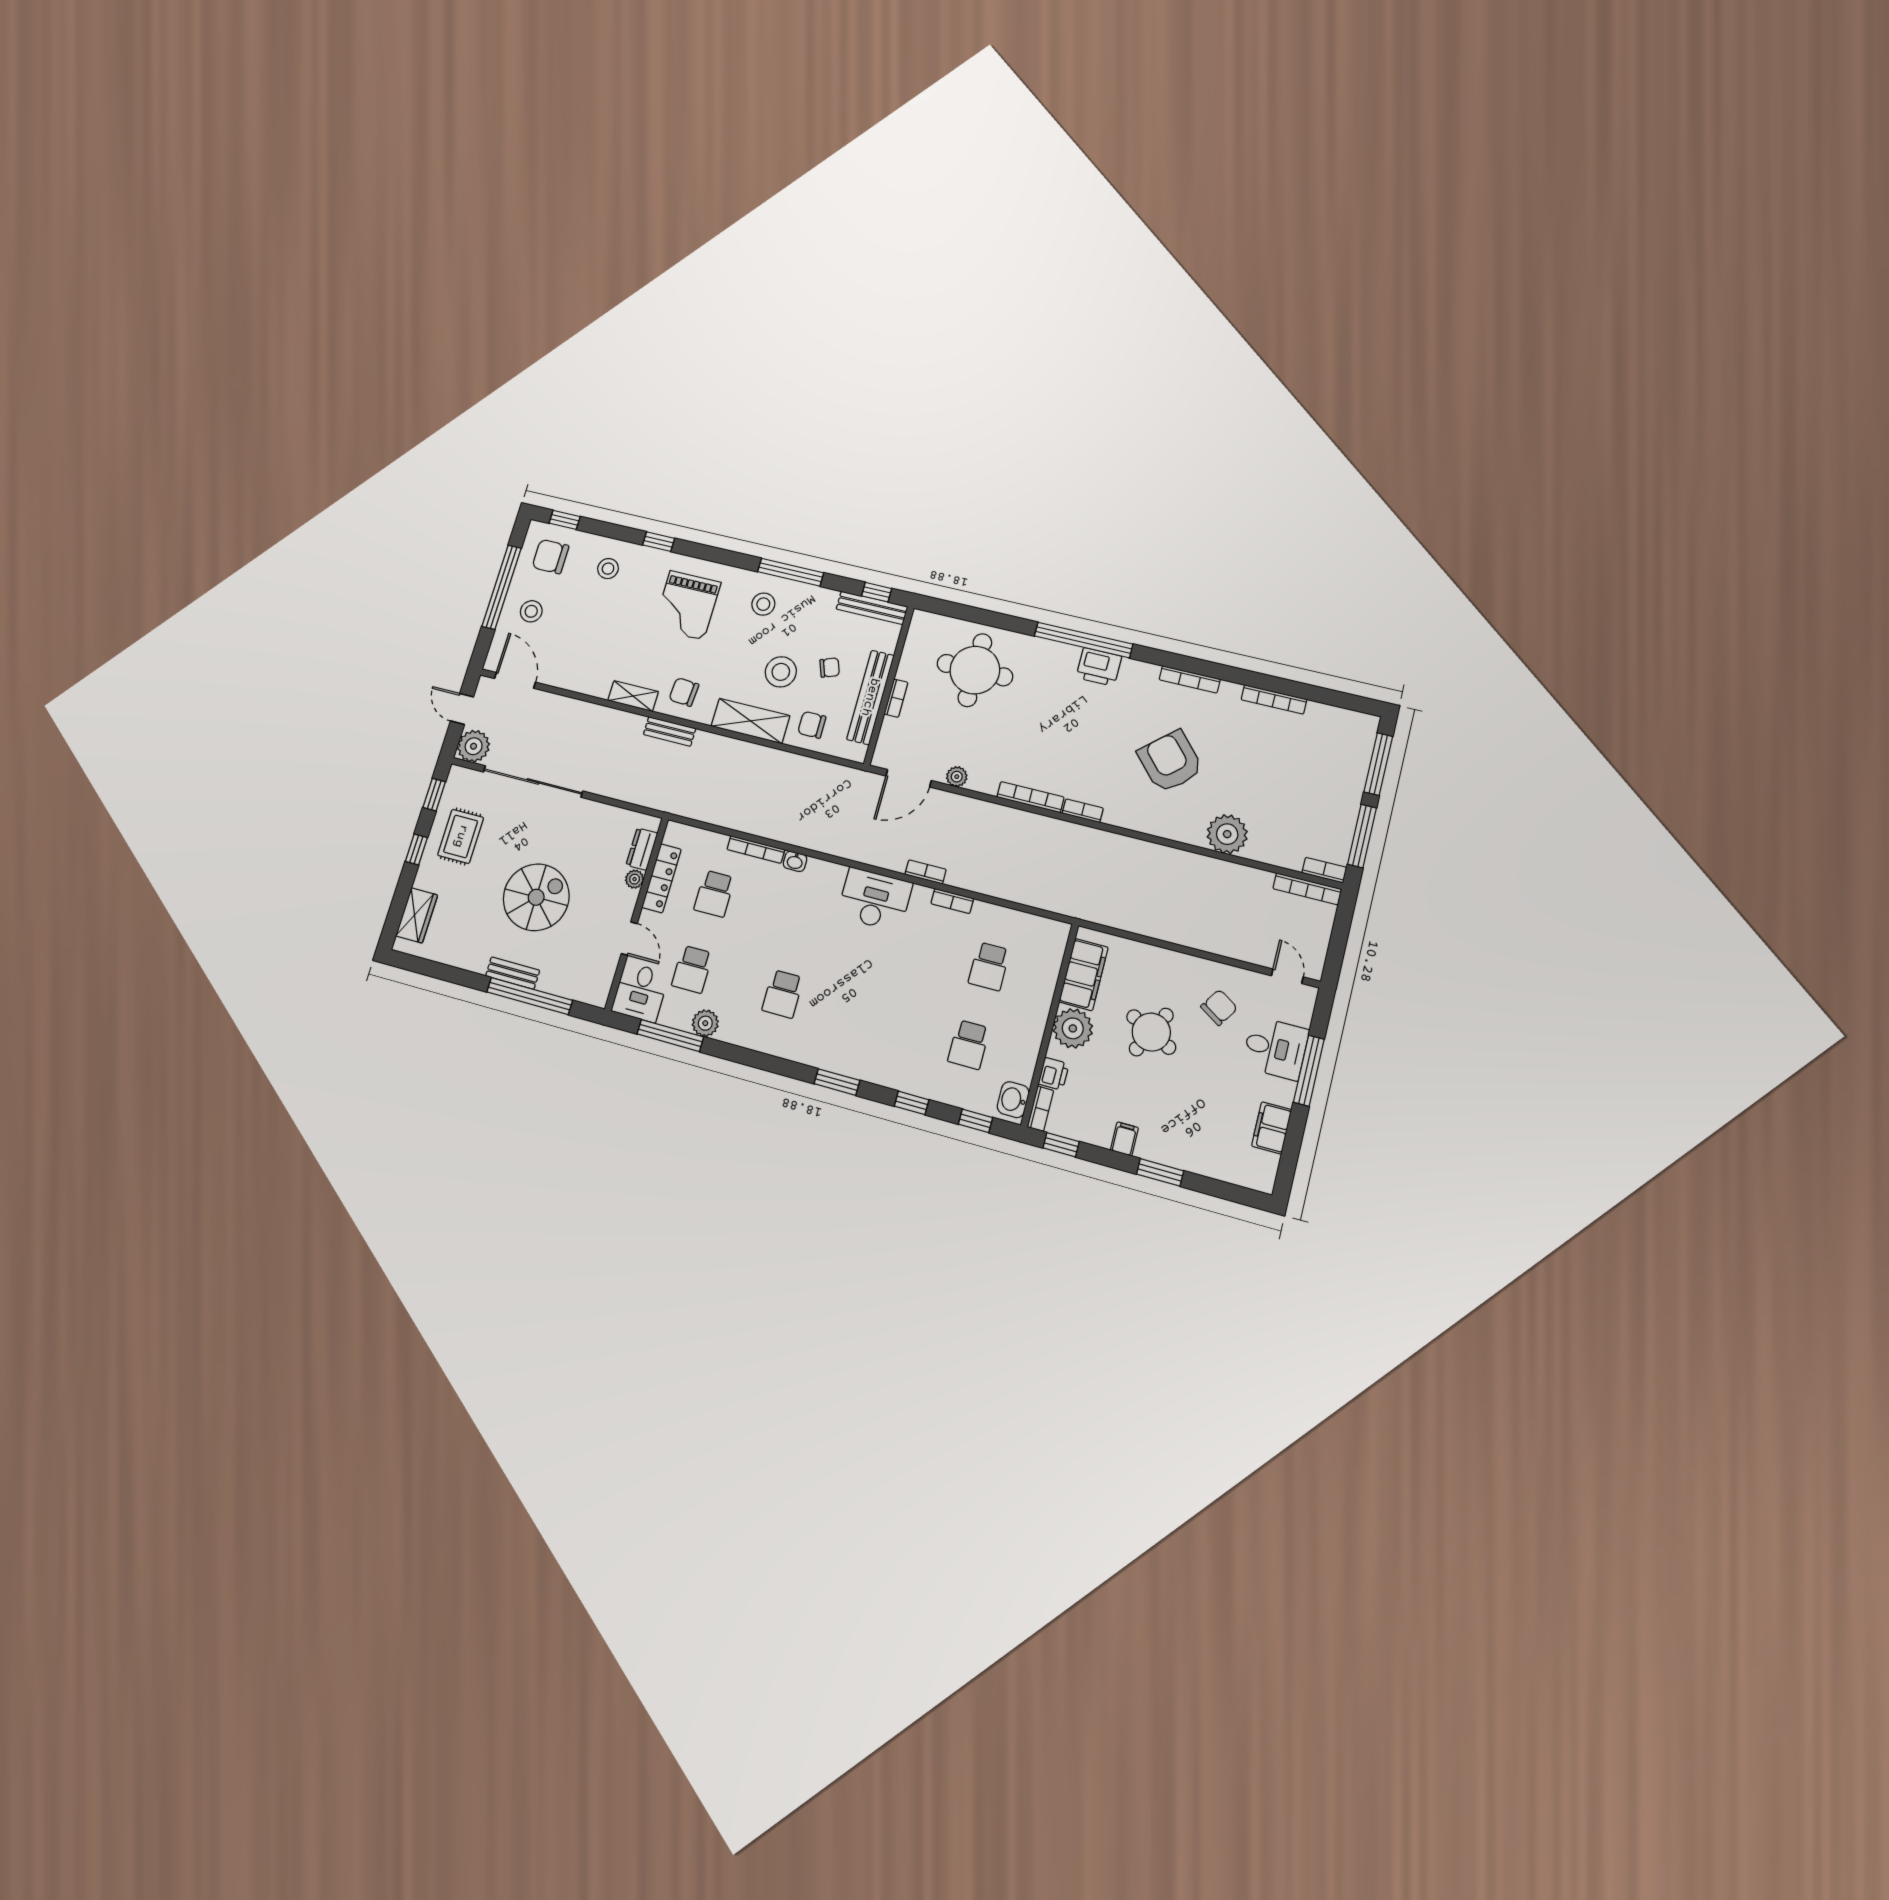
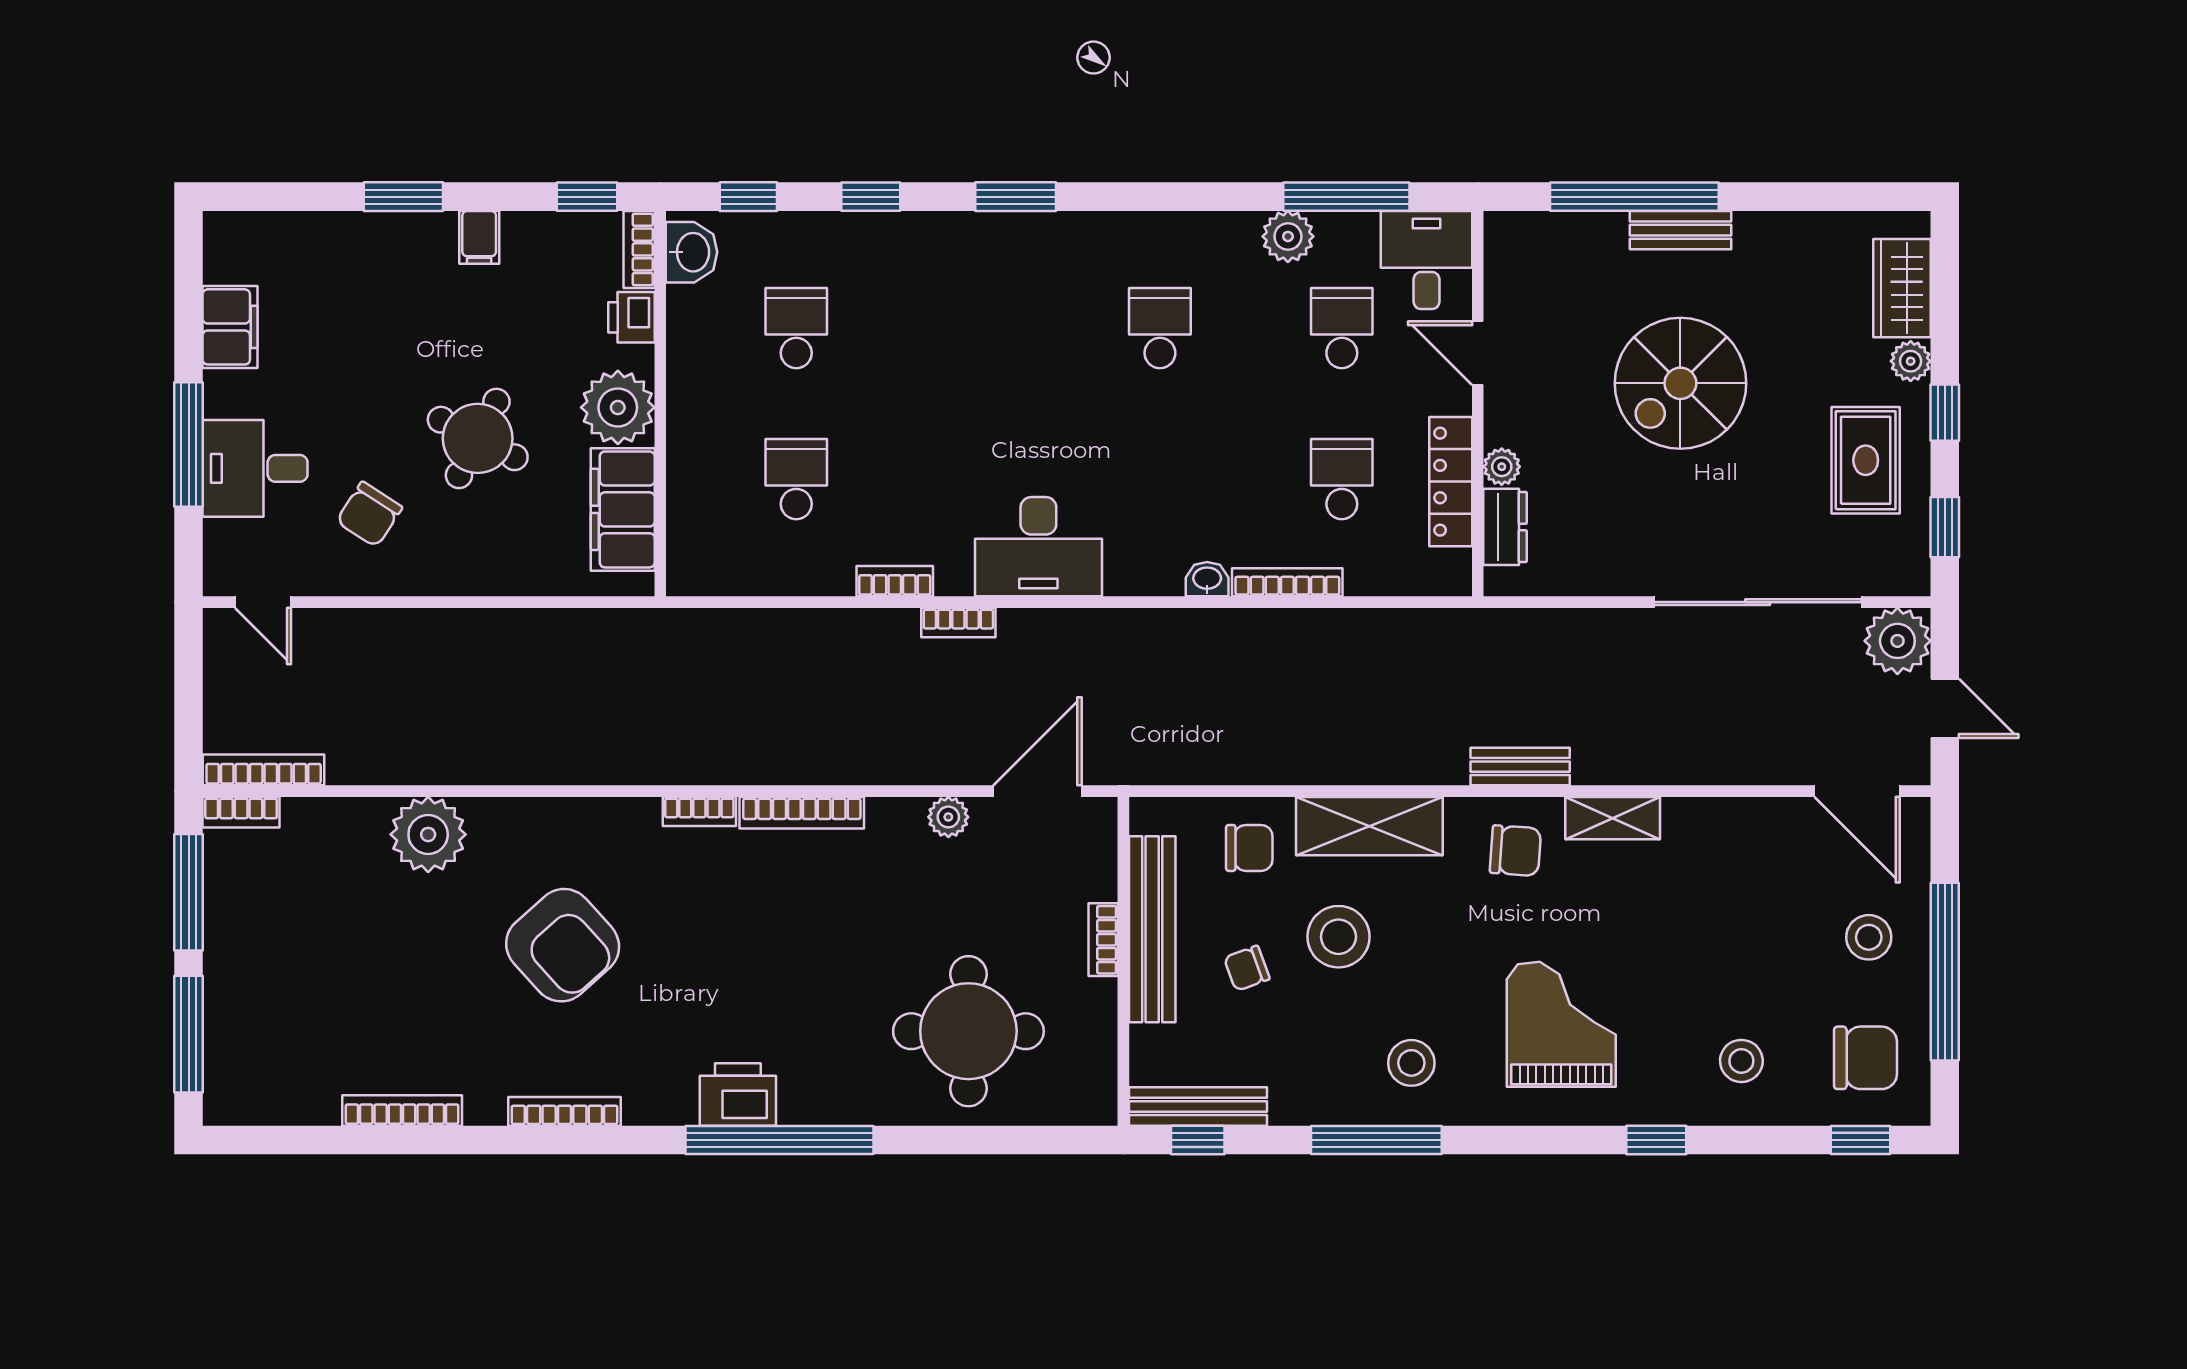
plant: (424, 879) -> (1911, 361), added

